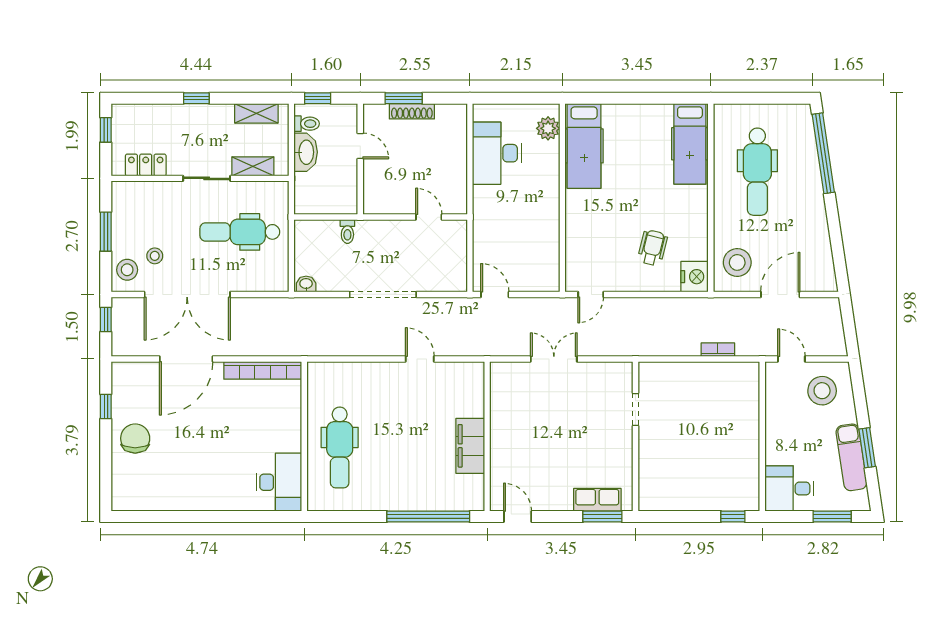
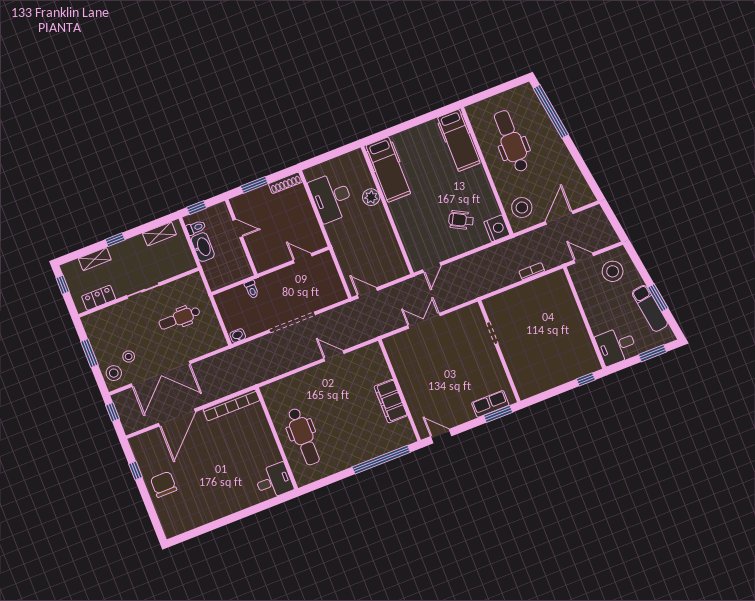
shoe rack: (412, 111) -> (285, 183), moved
plant: (548, 128) -> (371, 197), moved
shelving: (253, 166) -> (95, 259), moved
dental chair: (757, 172) -> (511, 141), turned 180
dental chair: (240, 232) -> (179, 318), width x0.73, depth x0.72
wheelchair: (653, 248) -> (461, 220), turned -76
desk: (279, 482) -> (274, 481), width x0.73

